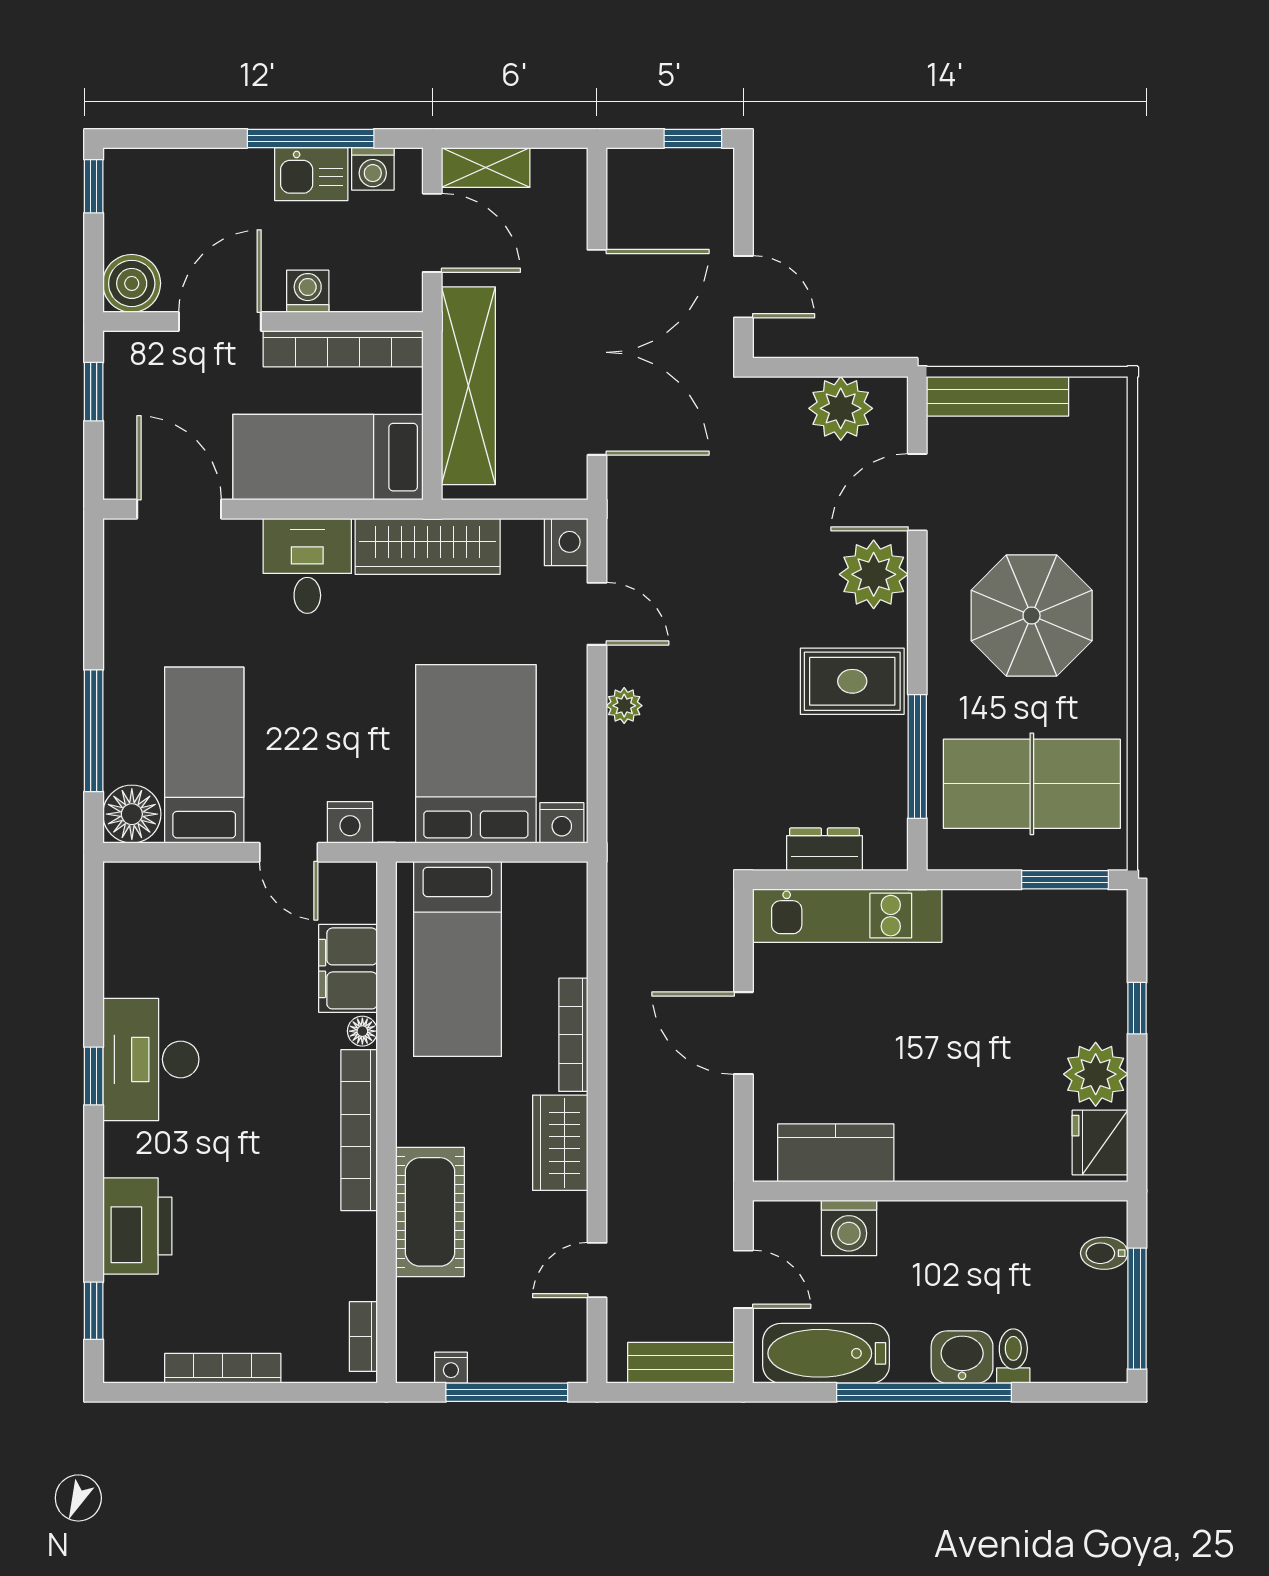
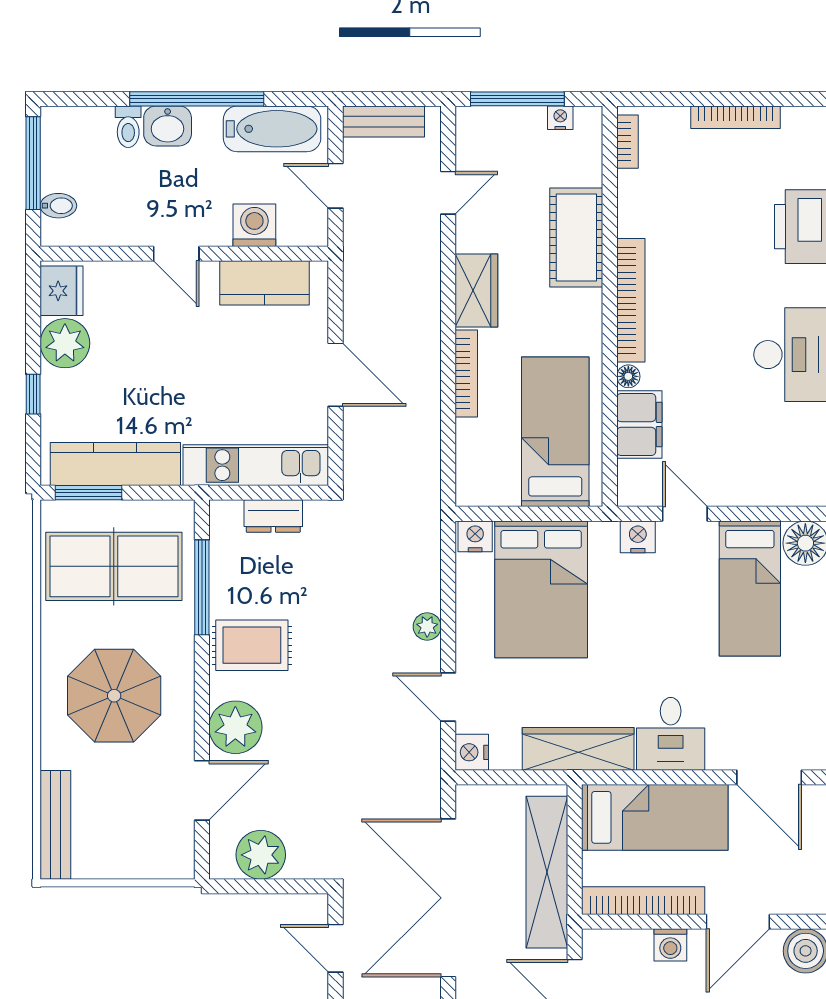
bench: (997, 396) -> (55, 825), moved, turned 90
kitchen counter: (1030, 917) -> (115, 464), added
door: (951, 1191) -> (176, 254), added

